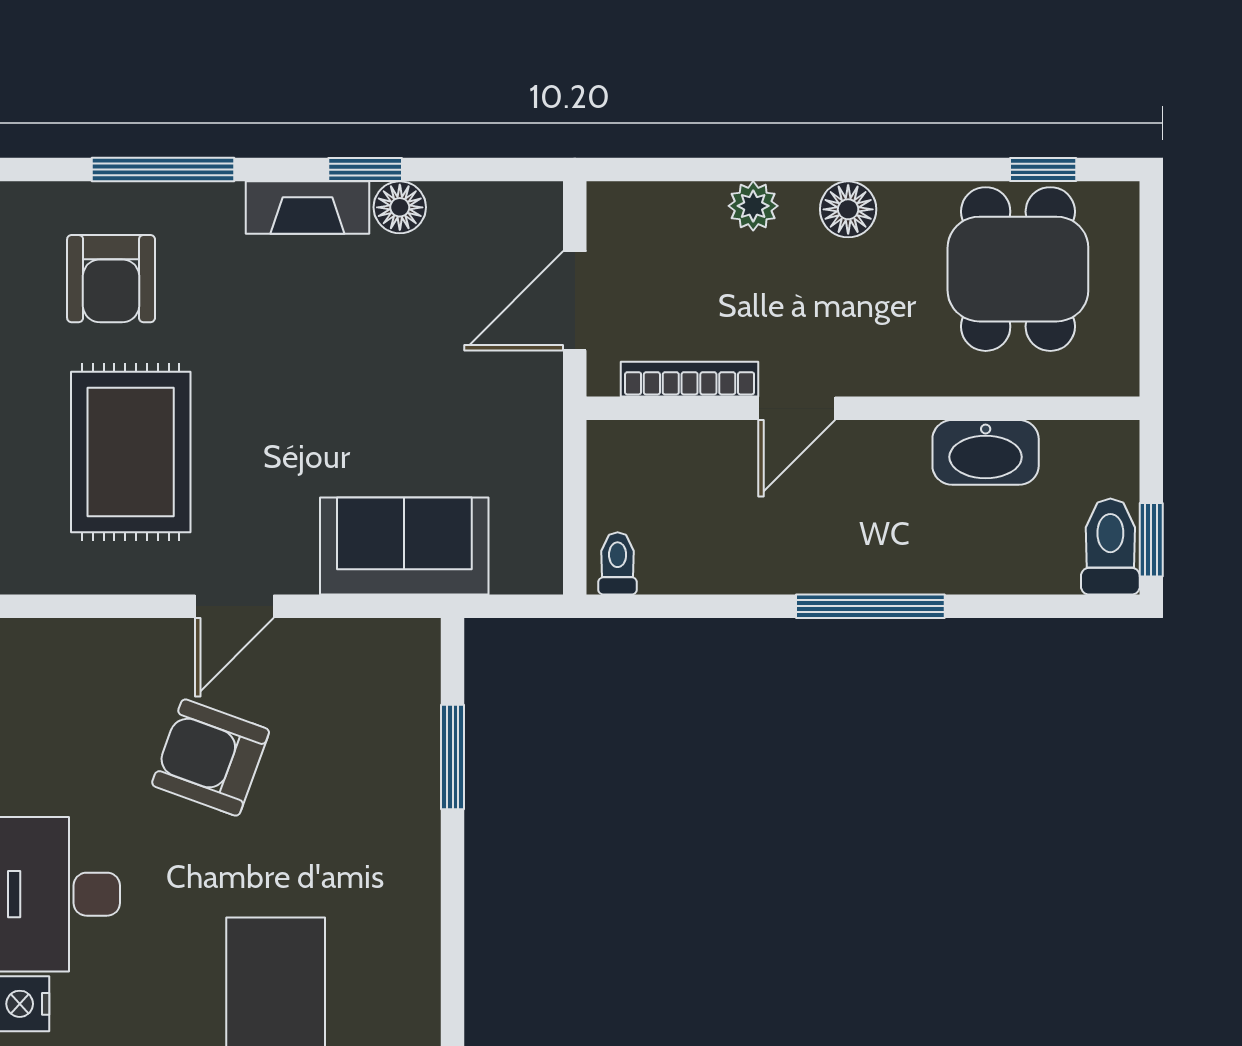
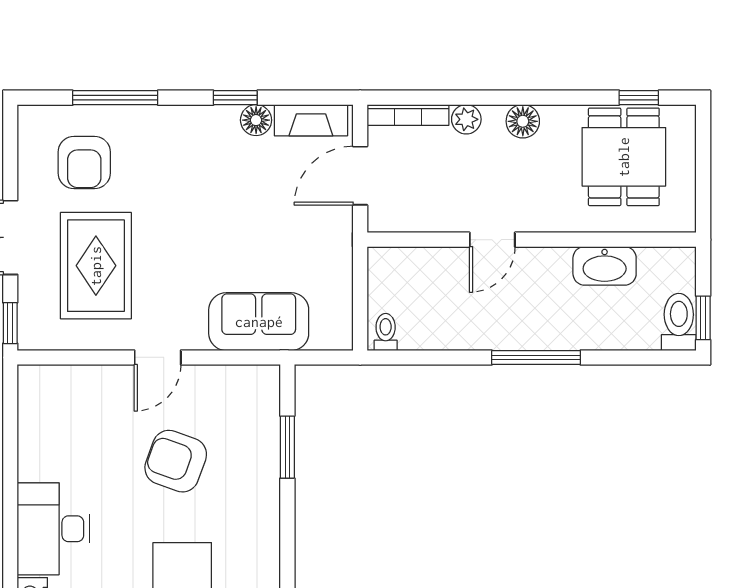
fireplace: (307, 208) -> (311, 120), moved
bookcase: (690, 379) -> (408, 115), moved, turned 180
armchair: (211, 758) -> (176, 461), moved

